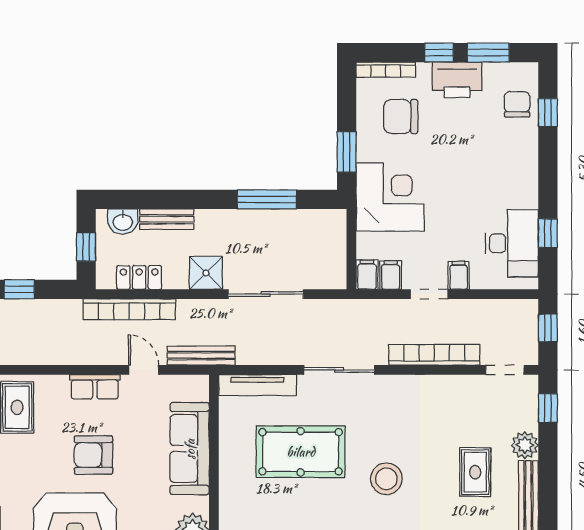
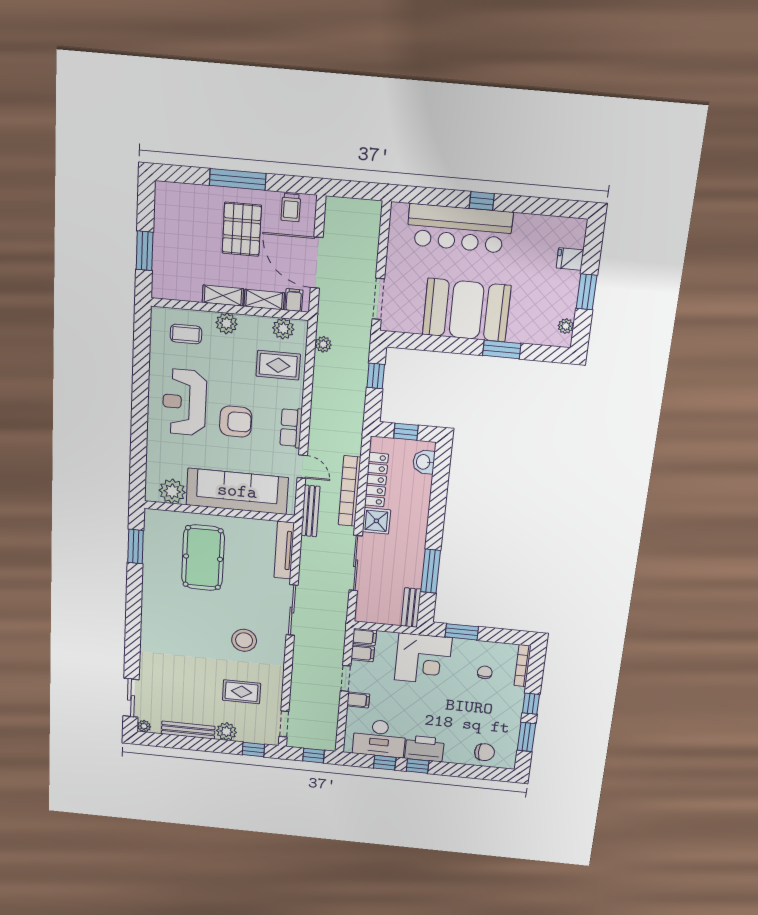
printer: (457, 80) -> (424, 749), moved, turned 90
window: (548, 113) -> (418, 766), moved
chair: (401, 117) -> (485, 672), width x0.54, depth x0.54
bench: (167, 219) -> (411, 608), moved
locker: (139, 277) -> (376, 480), width x1.53
bookcase: (129, 309) -> (349, 491), moved
bookcase: (434, 355) -> (299, 677), removed
door: (144, 370) -> (302, 467), hinge flipped
sofa: (190, 449) -> (237, 491), width x1.36, depth x1.27
pool table: (301, 452) -> (203, 558), moved
armchair: (93, 455) -> (236, 422), turned 90
rug: (475, 472) -> (241, 692), moved
stool: (386, 479) -> (244, 640), moved

